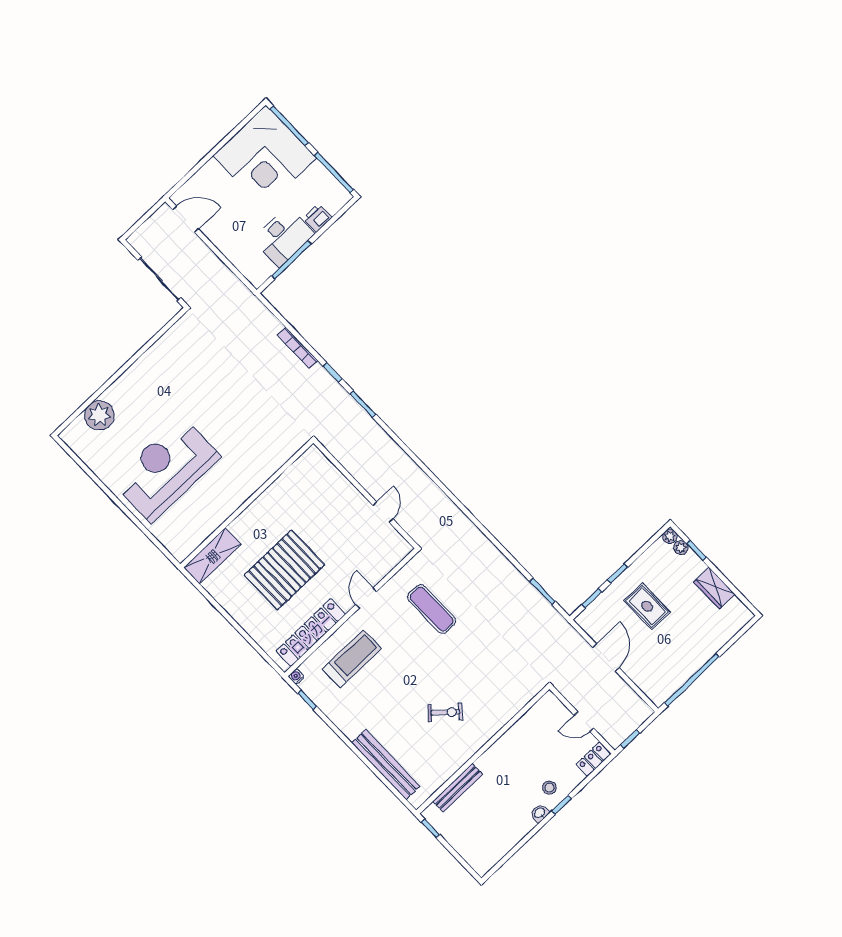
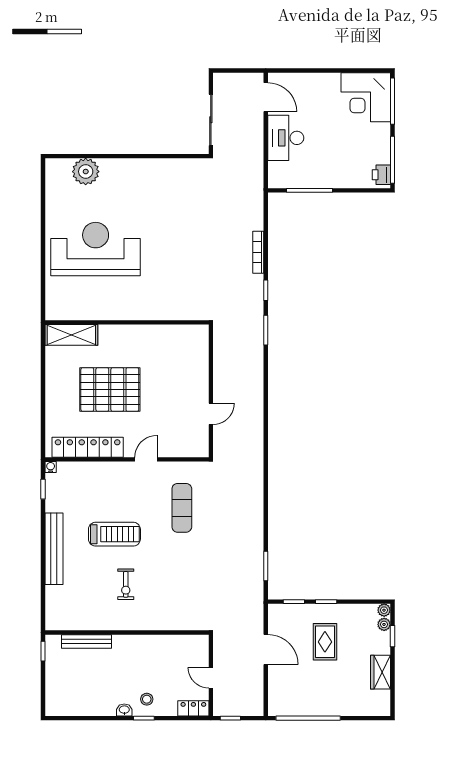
corner desk: (265, 157) -> (366, 97), width x0.74, depth x0.74
printer: (317, 218) -> (381, 175), moved, turned -90
desk: (284, 237) -> (286, 138), moved, turned 90
door: (606, 658) -> (266, 650), hinge flipped
treadmill: (352, 659) -> (114, 534), moved
exercise bike: (445, 712) -> (126, 584), turned 49
bench: (386, 764) -> (54, 549), moved

